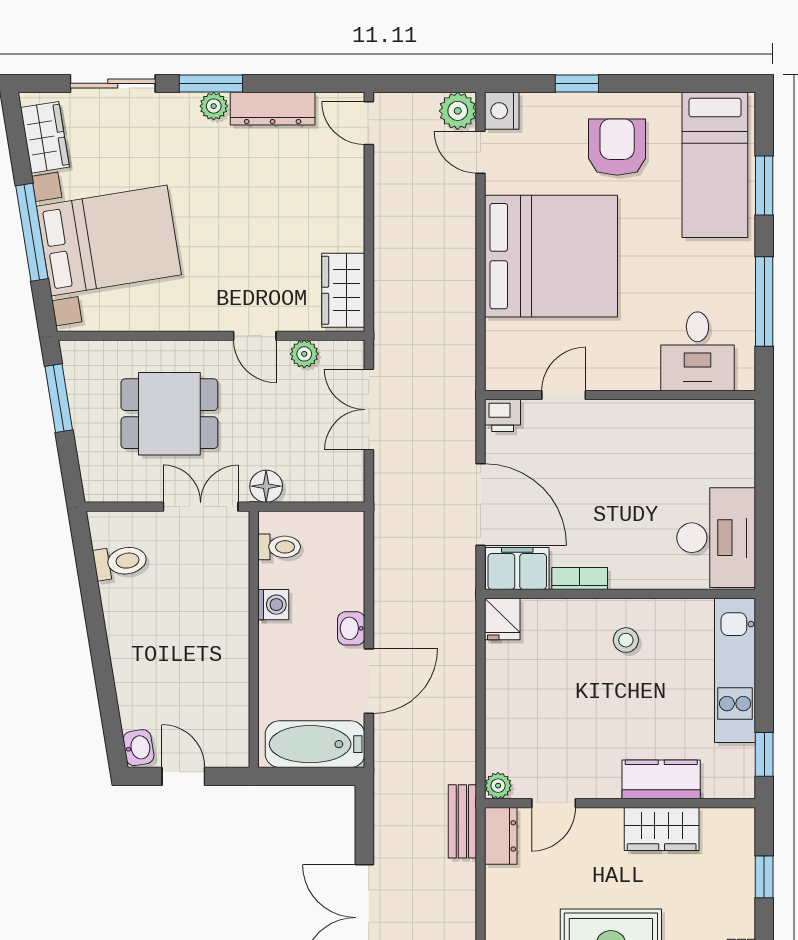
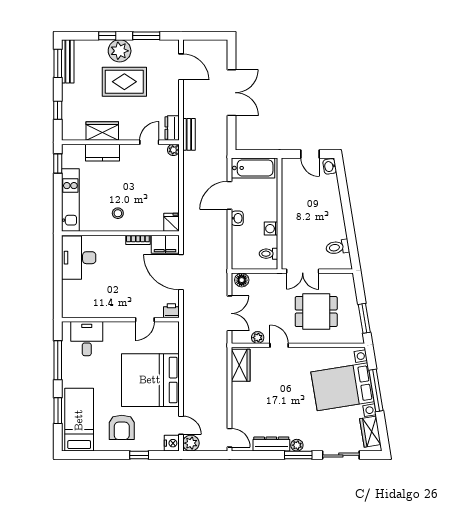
floor lamp: (266, 486) -> (242, 280), moved

